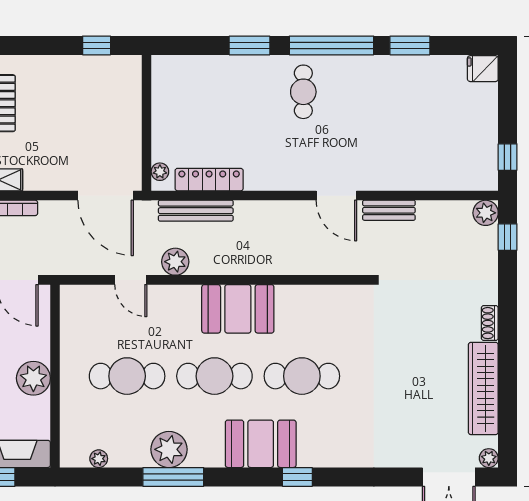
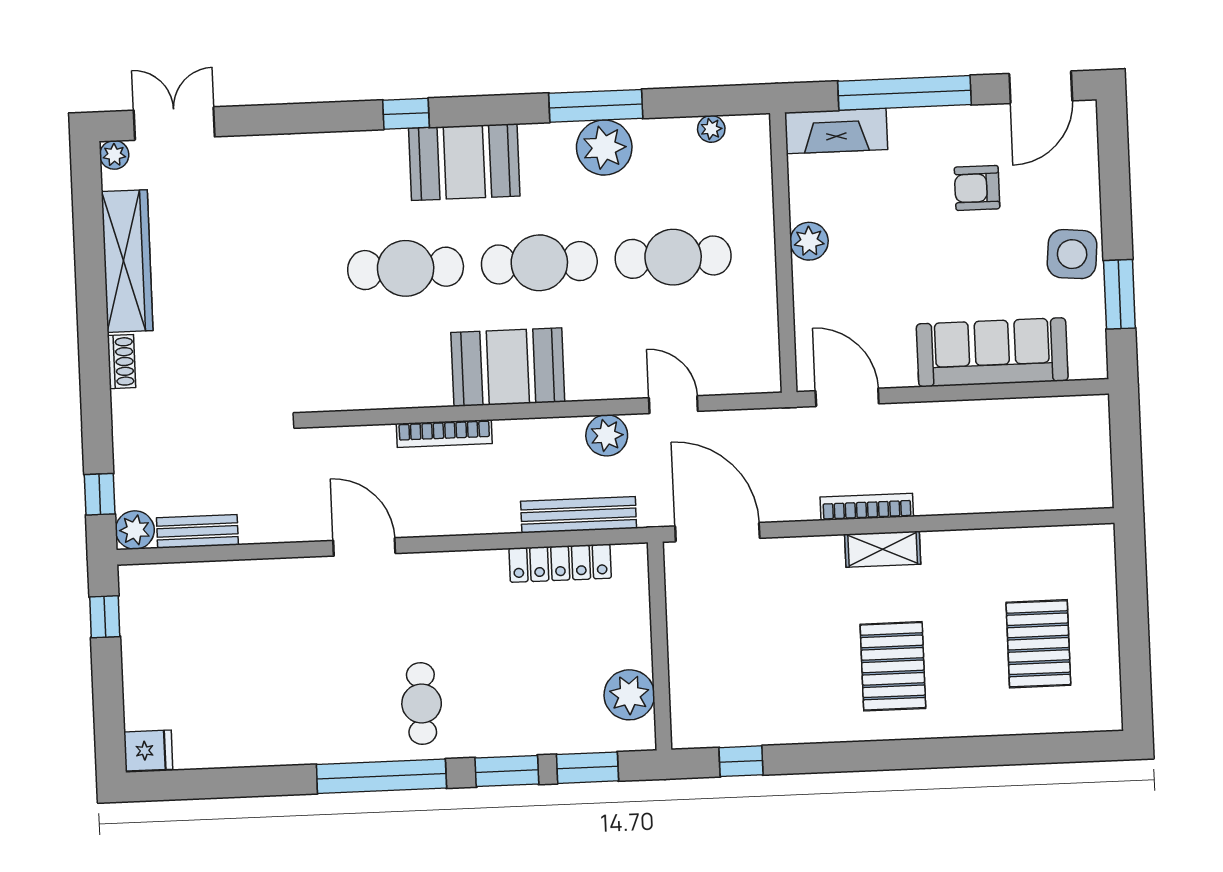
window: (410, 45) -> (587, 768), moved
plant: (160, 172) -> (629, 695), moved, width x1.88, depth x1.88
bench: (389, 210) -> (197, 531), moved
bookcase: (281, 267) -> (444, 434), added
plant: (33, 378) -> (809, 241), width x0.73, depth x0.73

